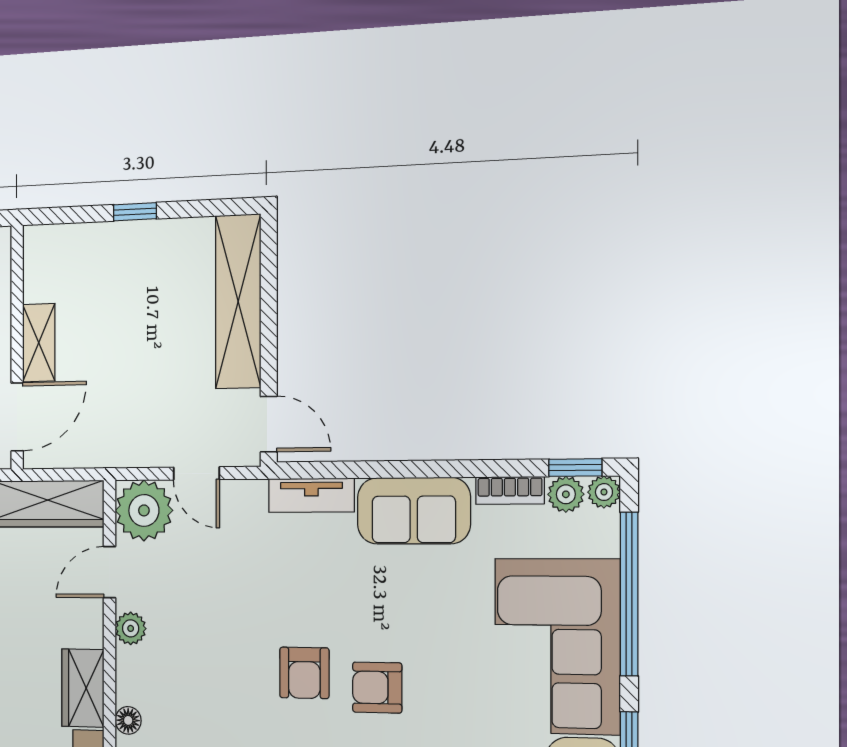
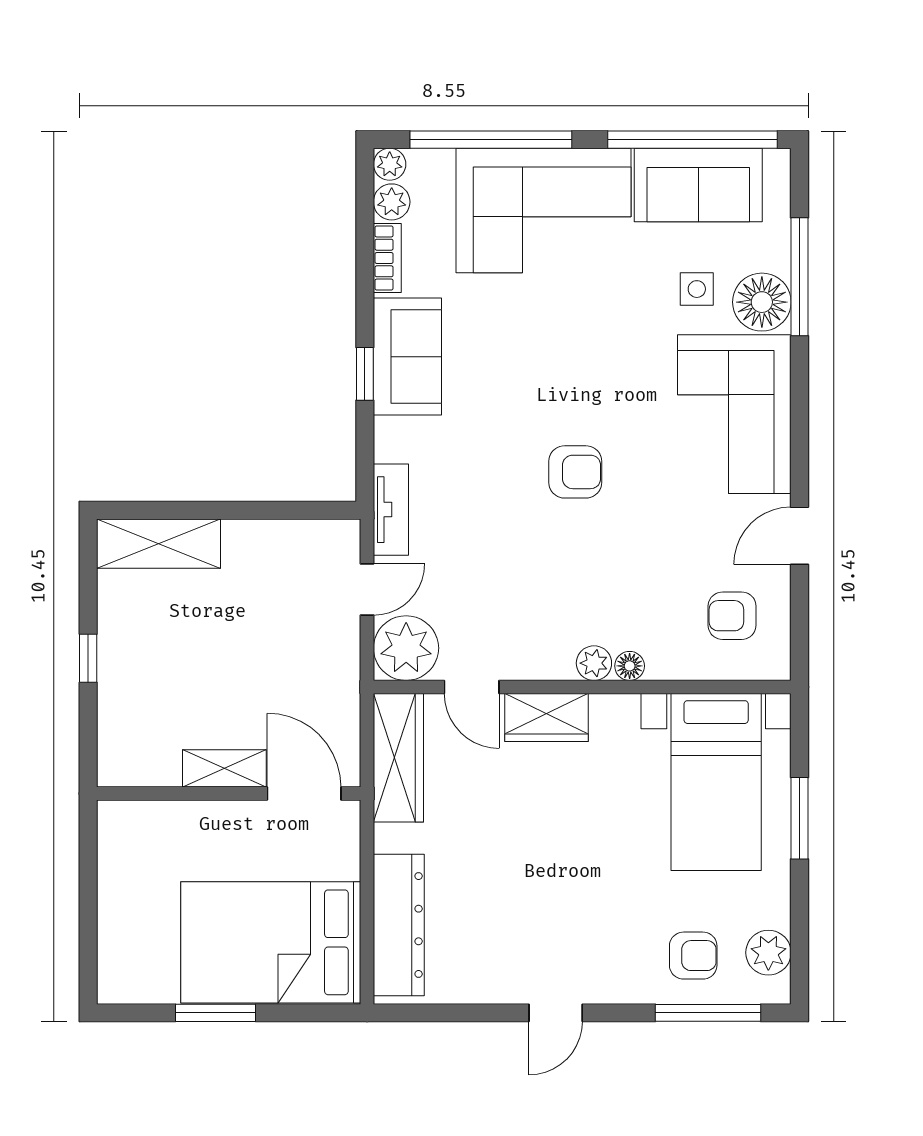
shelving: (238, 301) -> (158, 544), width x0.68
door: (269, 424) -> (316, 510), removed
window: (575, 468) -> (365, 374), moved
tv unit: (311, 495) -> (391, 510), moved
plant: (131, 628) -> (594, 663), moved
wardrobe: (83, 688) -> (546, 718), moved
armchair: (377, 688) -> (589, 395), removed

